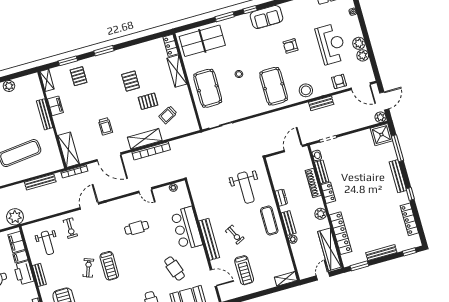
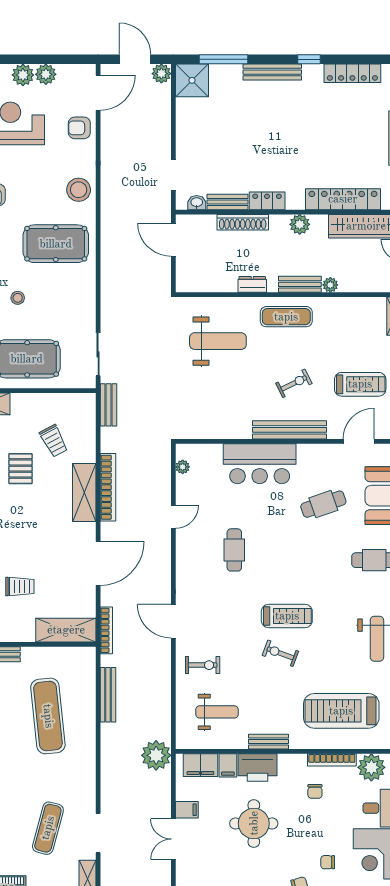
bench: (321, 103) -> (109, 405), moved
trolley: (105, 126) -> (20, 586), moved

